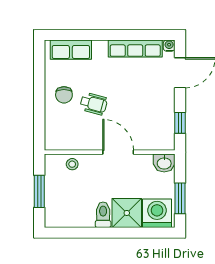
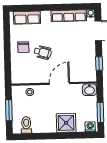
door: (118, 152) -> (59, 83), hinge flipped
washing machine: (157, 213) -> (90, 127), width x0.53, depth x0.53
toilet: (103, 215) -> (26, 125), moved

